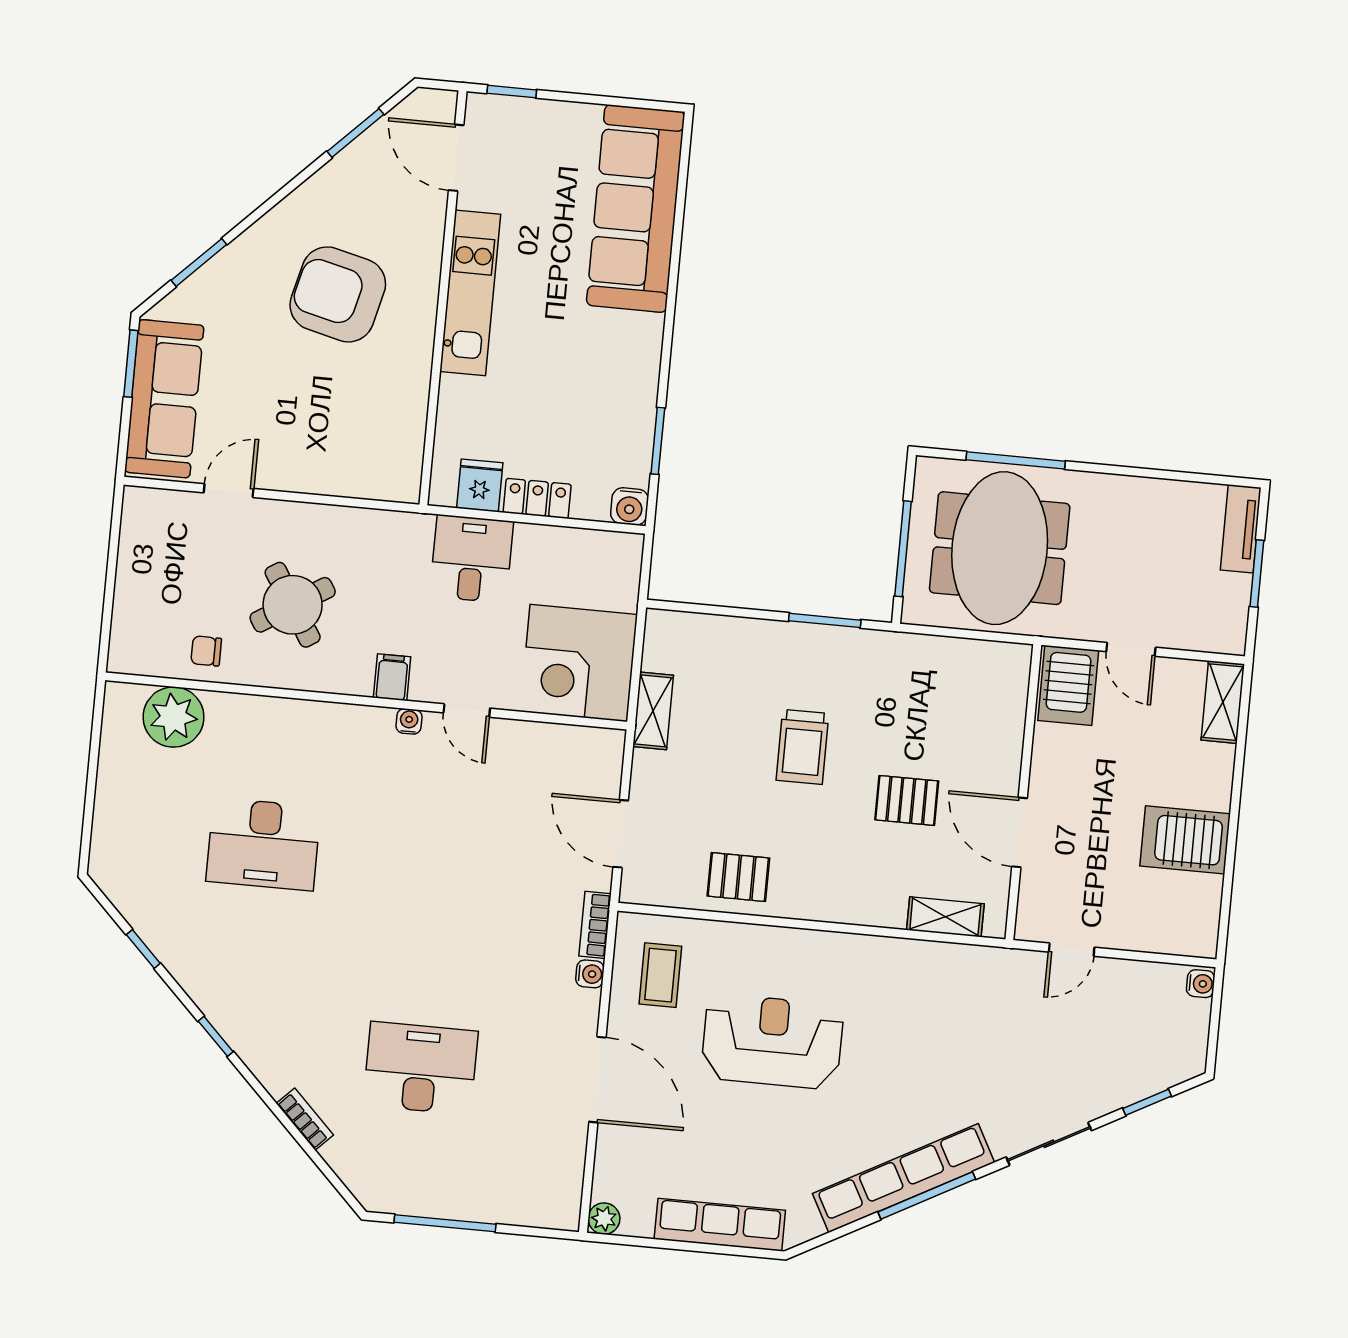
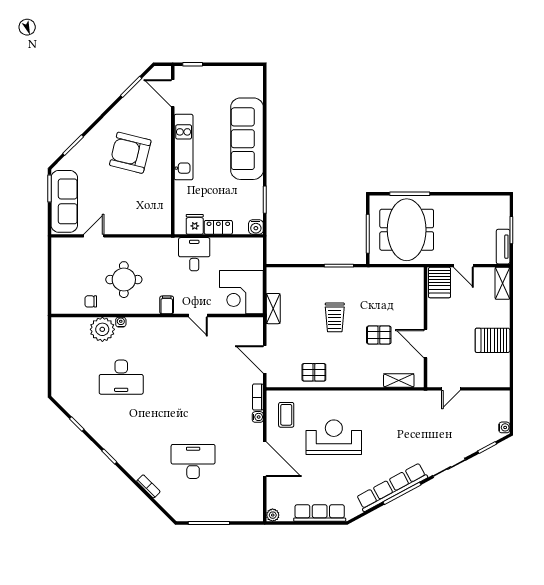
sofa: (636, 209) -> (247, 139), moved
tv unit: (1241, 529) -> (503, 247), moved
round table: (293, 605) -> (124, 280), turned 32
plant: (173, 717) -> (102, 329), moved
water cooler: (409, 721) -> (121, 322), moved
water cooler: (1201, 984) -> (504, 427), moved

